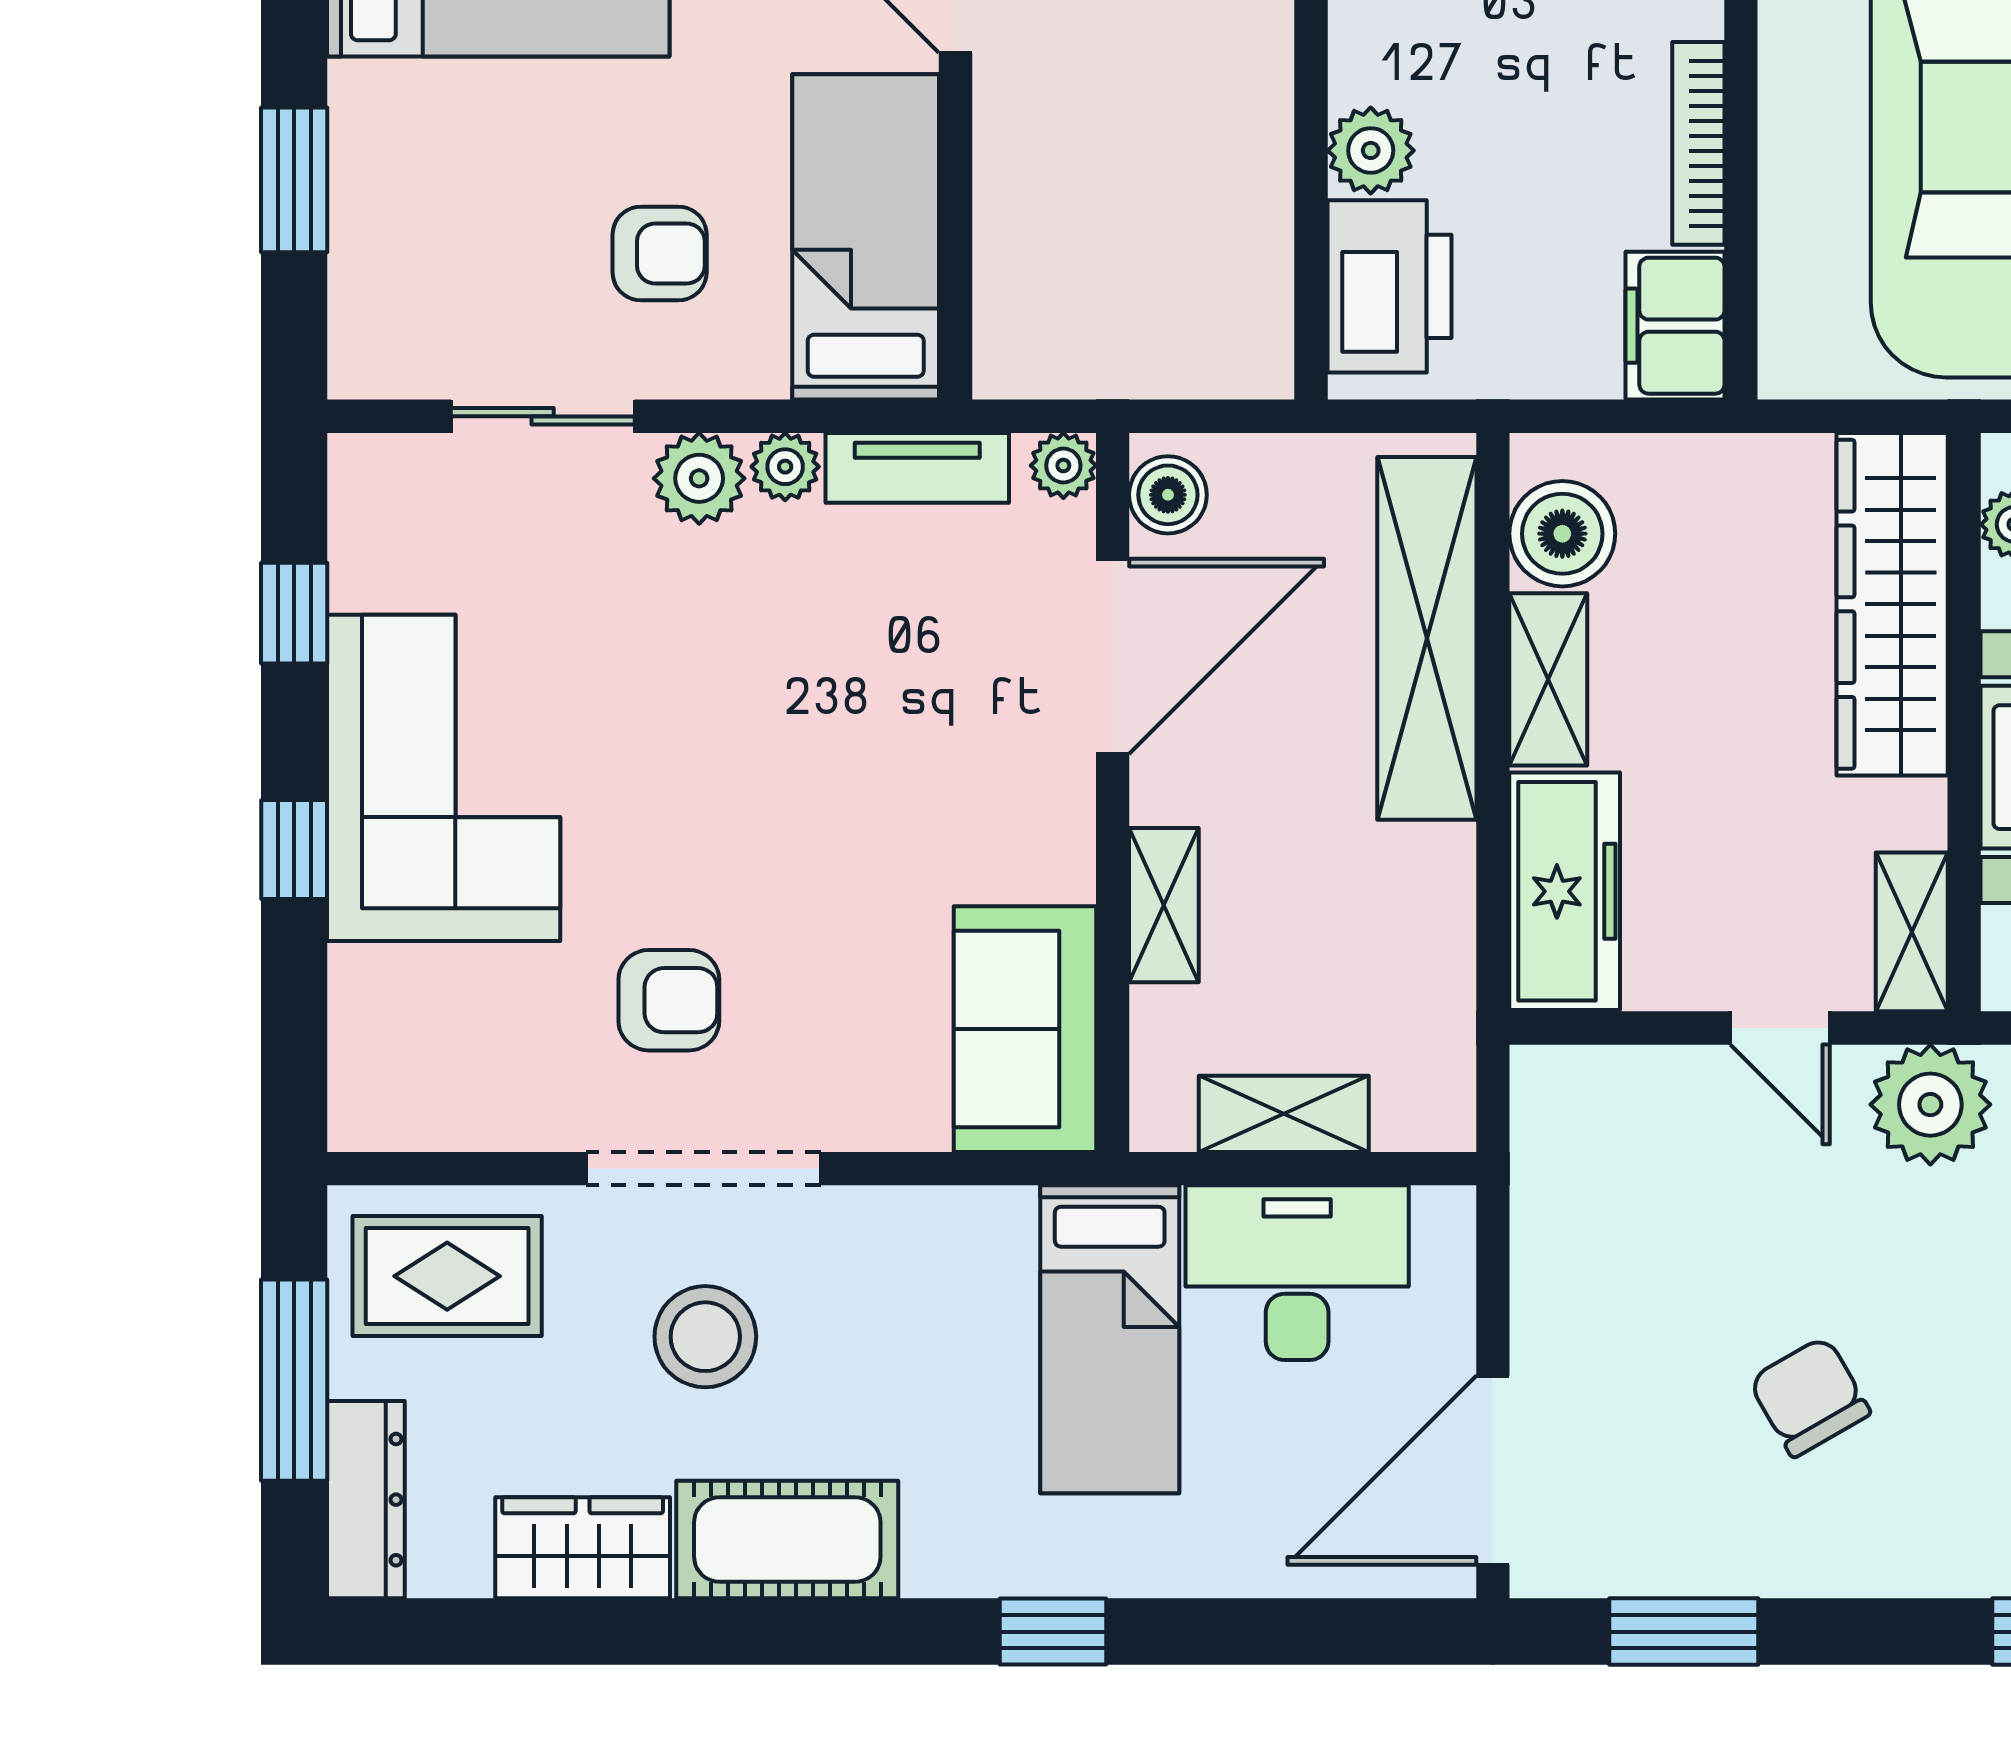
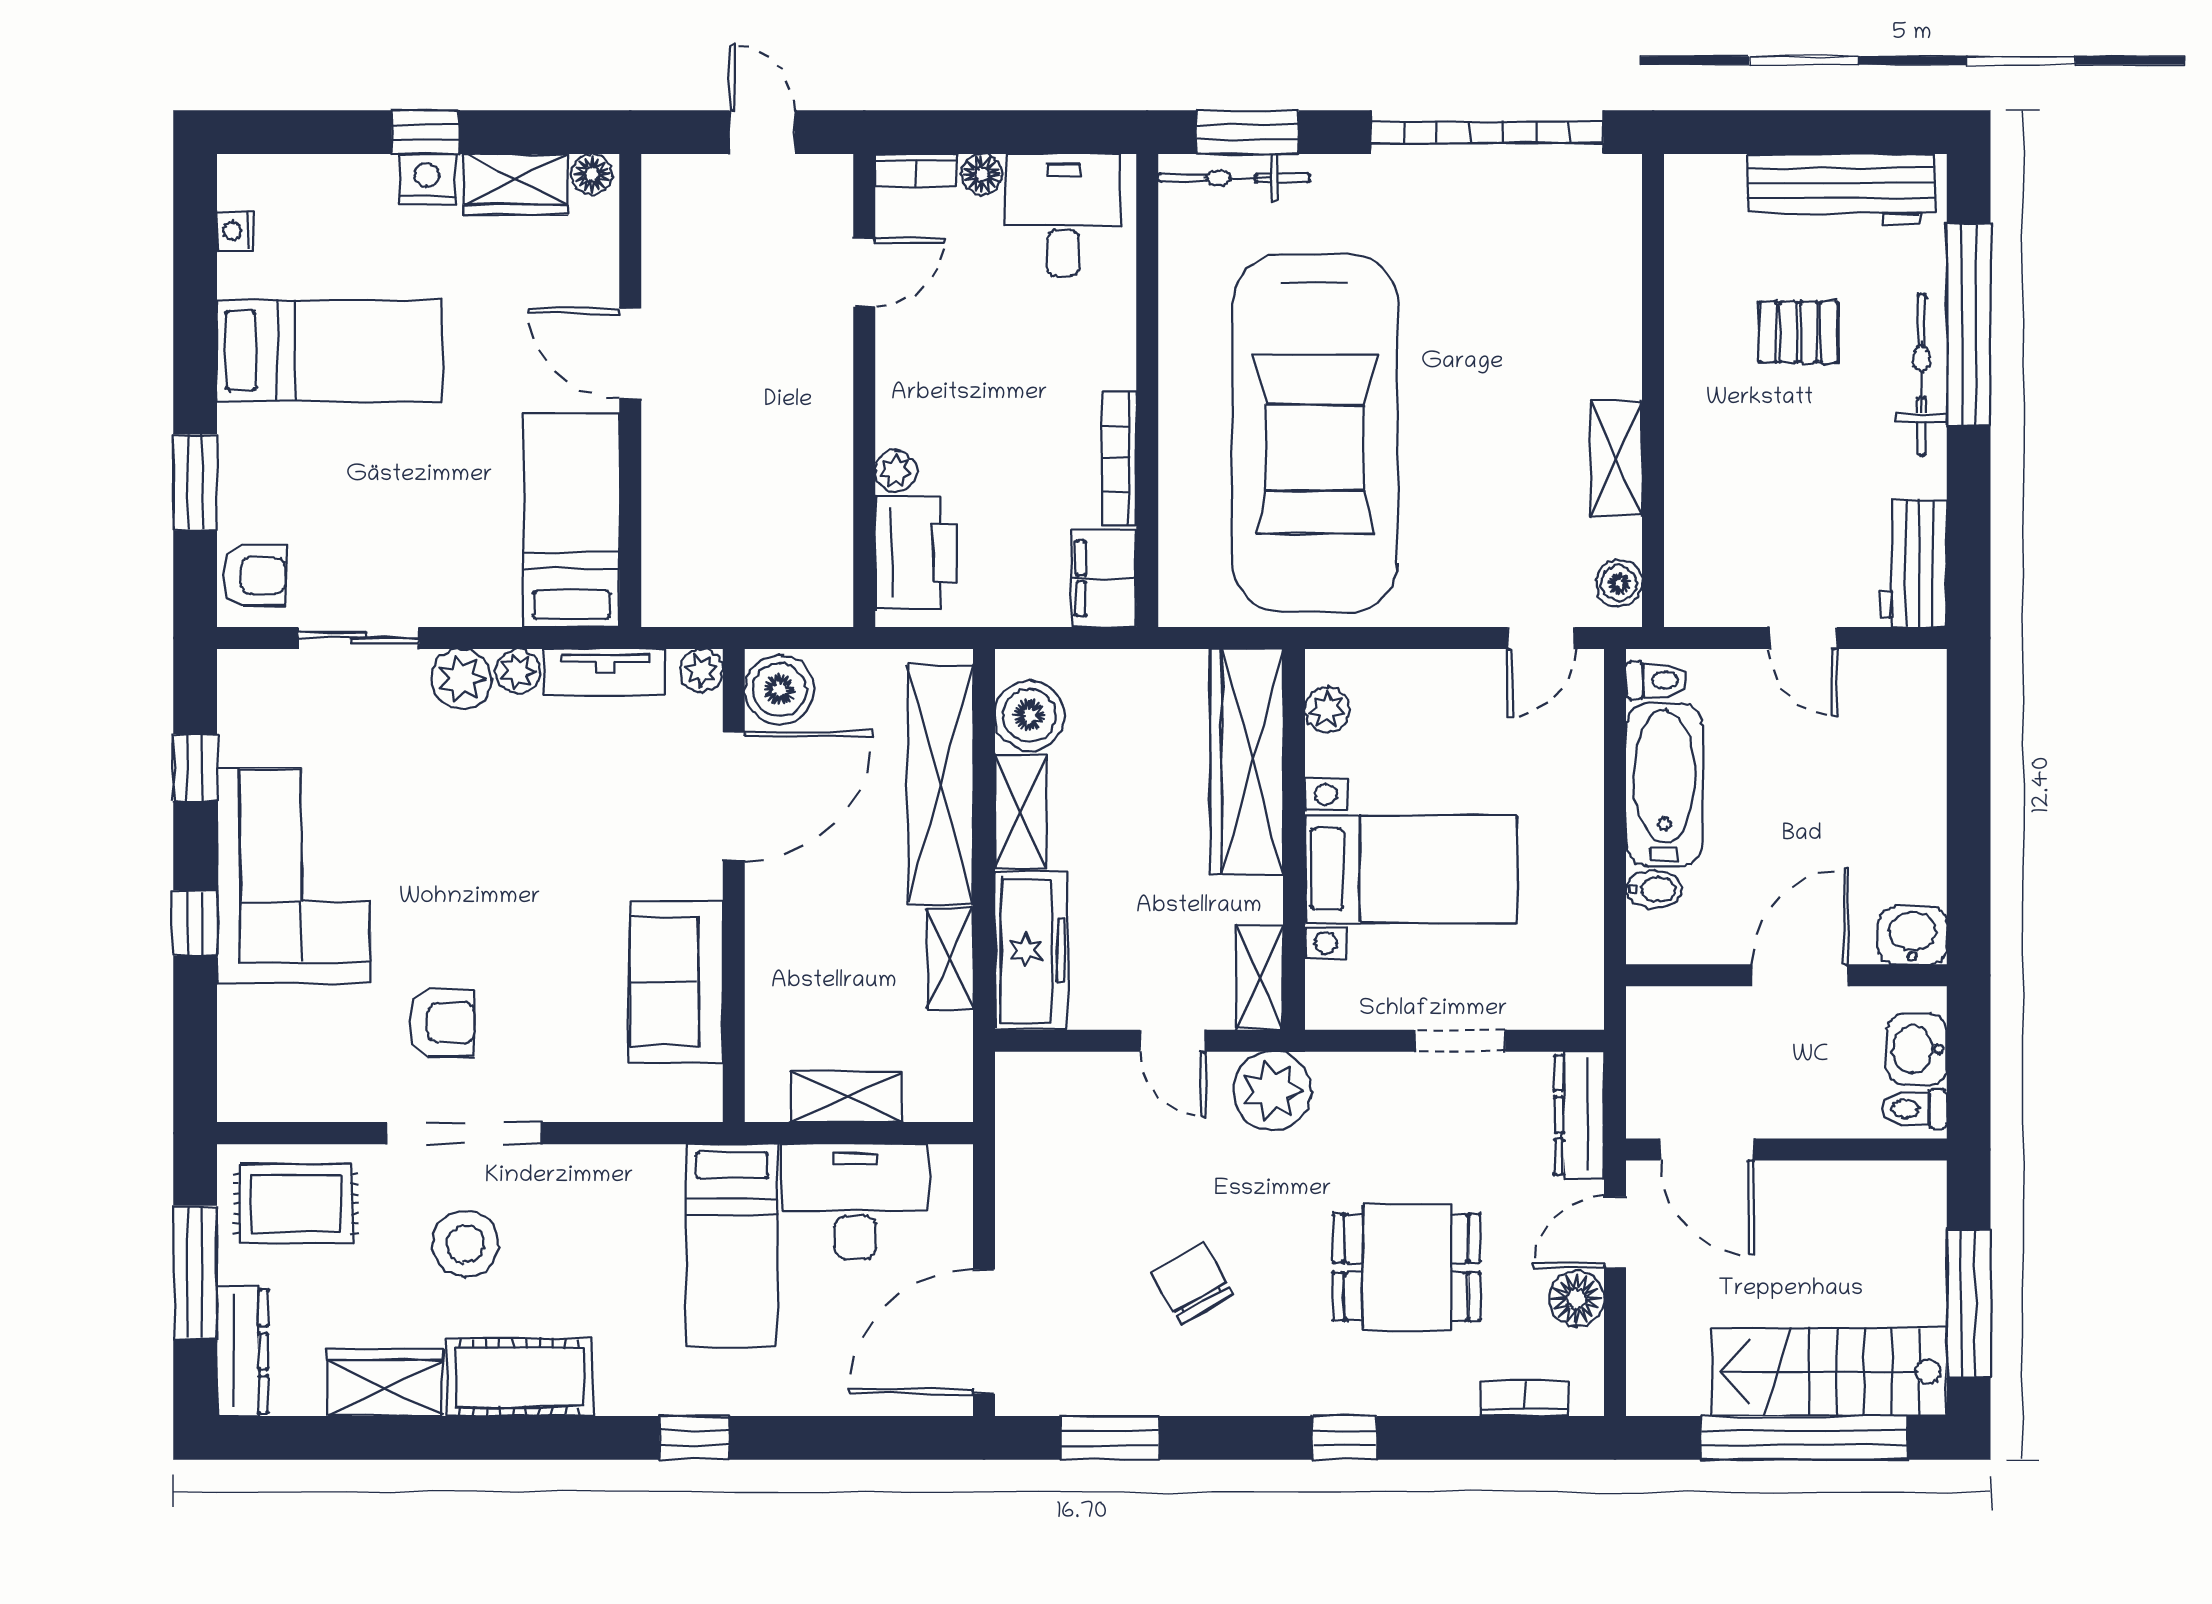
plant: (1371, 150) -> (896, 471), width x0.73, depth x0.73
armchair: (660, 253) -> (255, 575), moved
boiler: (1168, 495) -> (779, 690), width x1.36, depth x1.36
shelving: (1164, 905) -> (950, 959), moved
sofa: (1025, 1029) -> (676, 982), moved

